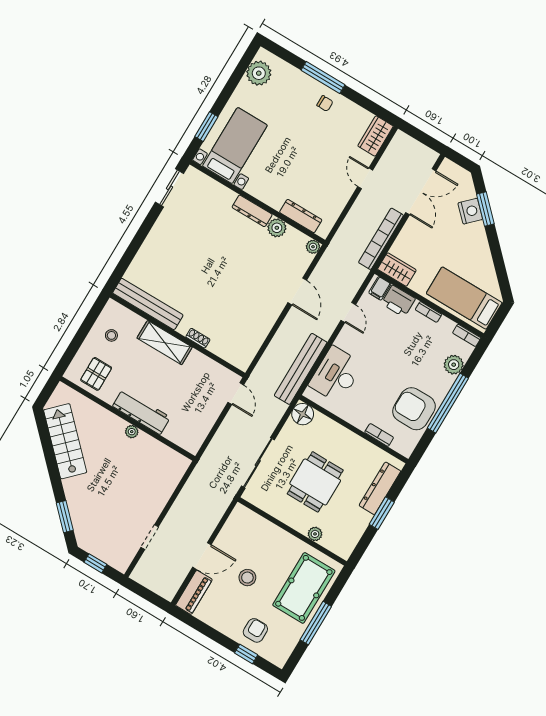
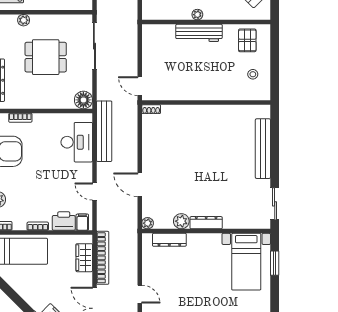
wardrobe: (397, 270) -> (84, 258), moved, turned 90
bench: (148, 304) -> (263, 149), moved, turned 90
shoe rack: (198, 338) -> (151, 109), moved
shelving: (165, 343) -> (212, 92), removed
dining table: (315, 482) -> (46, 57), turned 90

